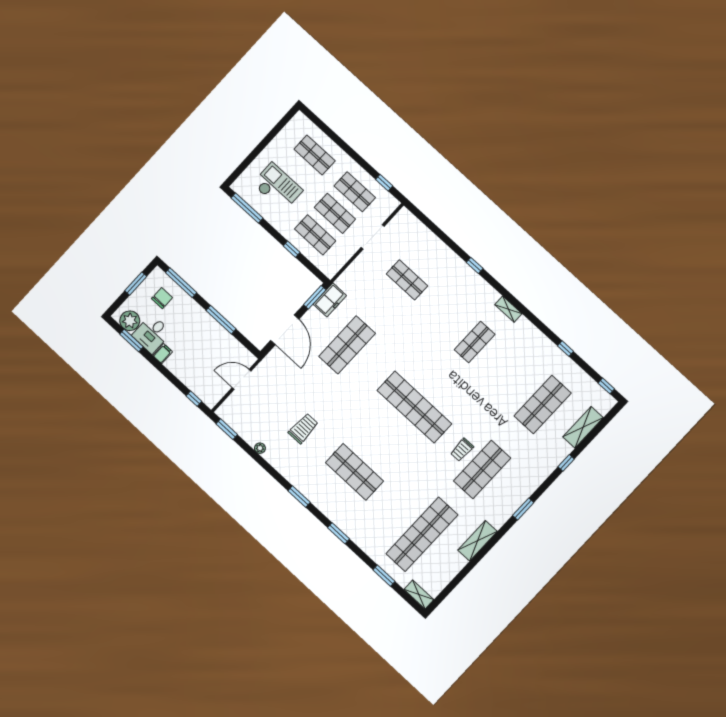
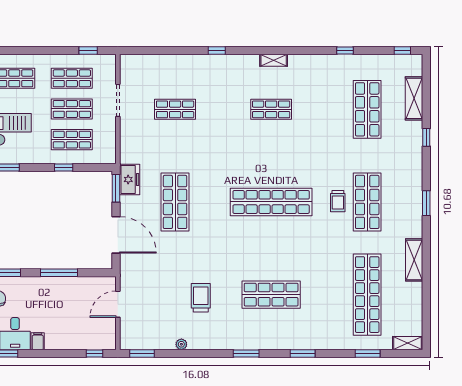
shop shelf: (475, 342) -> (271, 109), turned 90

